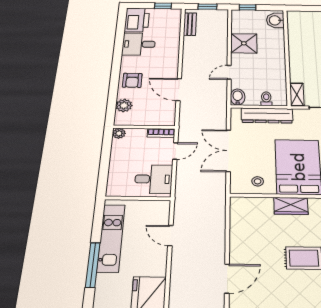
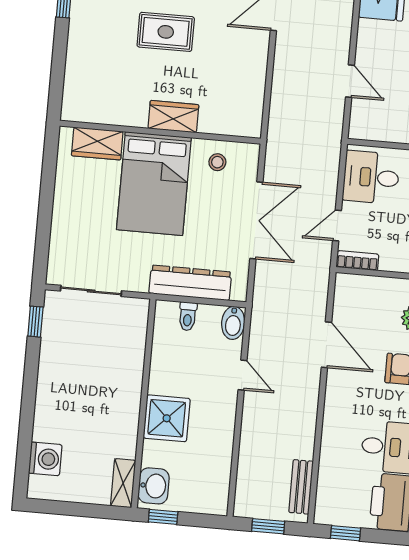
window: (247, 7) -> (163, 517), moved
shower: (244, 43) -> (167, 418), moved
door: (229, 72) -> (243, 375), hinge flipped
shelving: (297, 94) -> (123, 483), moved

